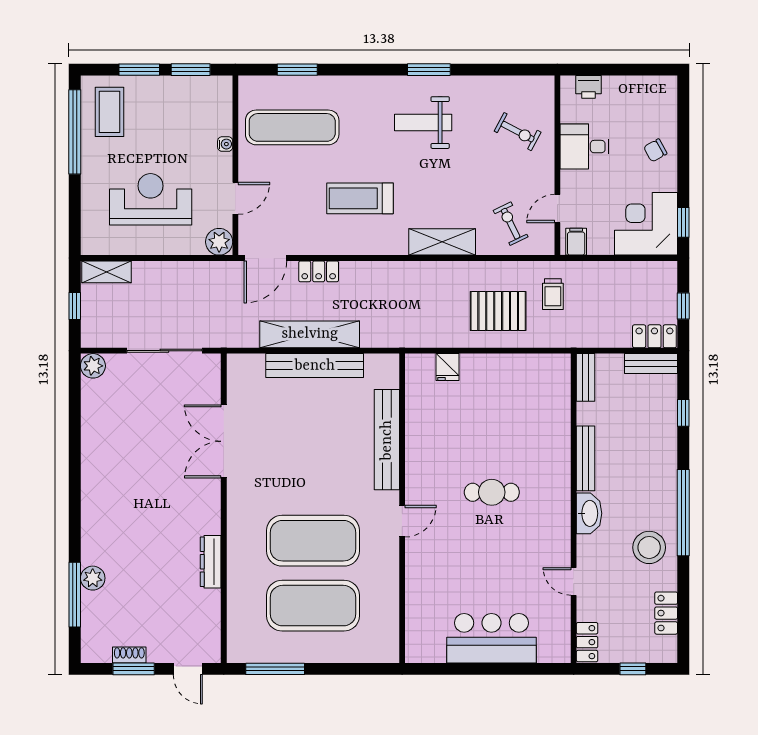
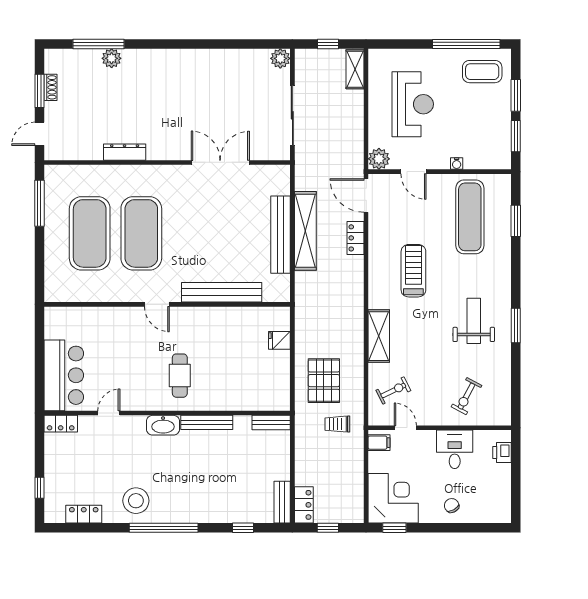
bench: (586, 377) -> (271, 422), moved
bench: (586, 458) -> (207, 422), moved
wall: (574, 508) -> (167, 413), moved
washbasin: (589, 513) -> (163, 425), moved
door: (574, 581) -> (109, 413), moved
locker: (587, 642) -> (61, 424), moved

